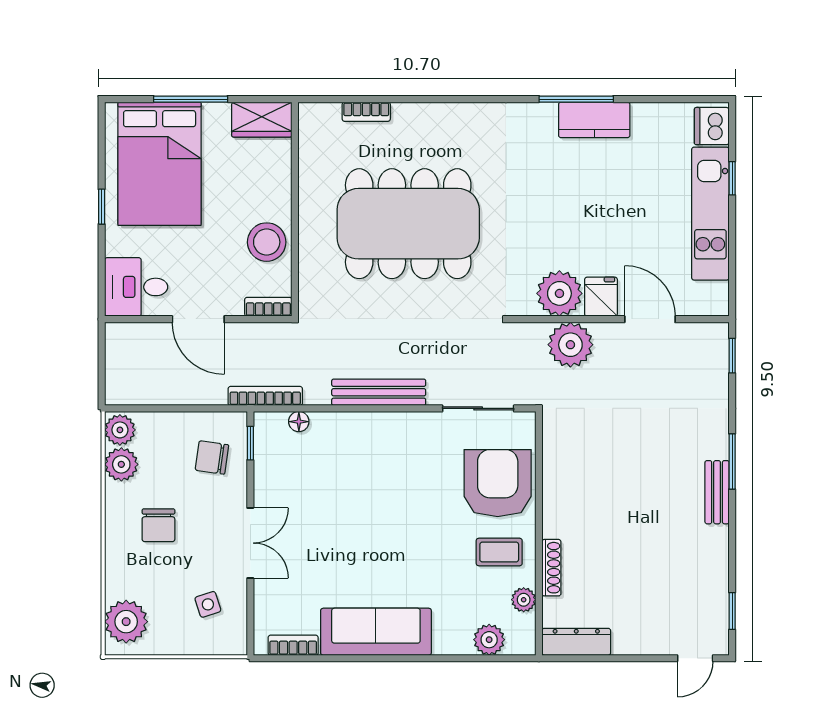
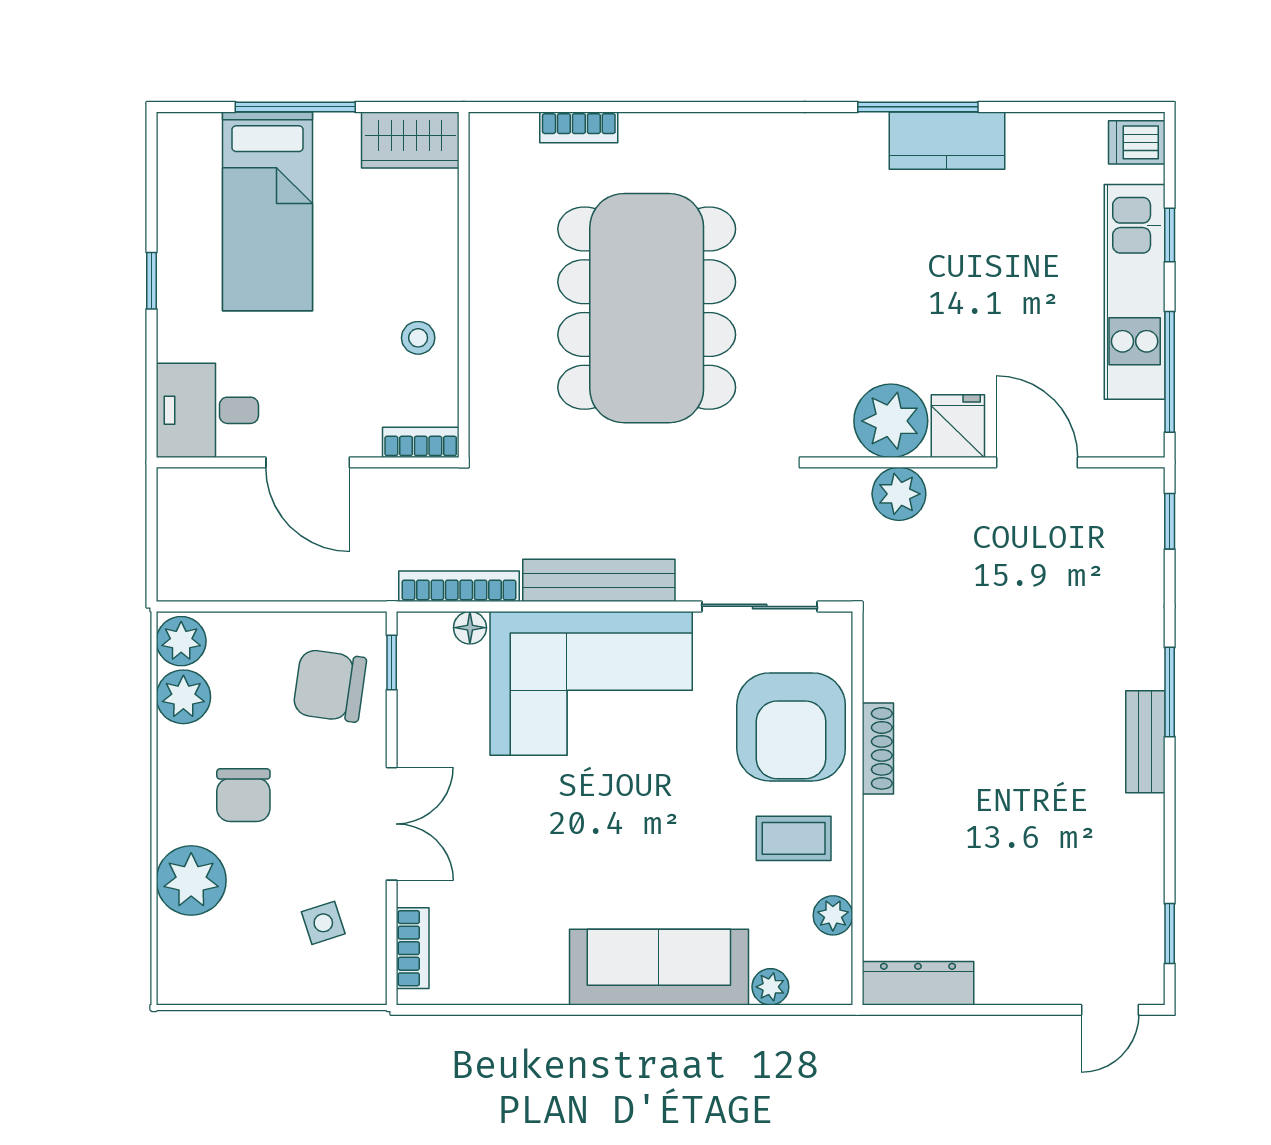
dishwasher: (712, 126) -> (1137, 142), width x0.73
bed: (160, 164) -> (268, 211), width x0.67
dining table: (408, 224) -> (647, 308), turned 90
stool: (267, 242) -> (418, 338), width x0.53, depth x0.53
window: (732, 263) -> (1170, 372), added
plant: (570, 345) -> (899, 494), width x0.73, depth x0.73
bookcase: (265, 396) -> (459, 586), moved
corner sofa: (374, 456) -> (591, 683), added
chair: (212, 457) -> (330, 686), width x1.37, depth x1.37
armchair: (498, 483) -> (791, 727), turned 180
shoe rack: (551, 568) -> (878, 748), moved
plant: (126, 622) -> (191, 880), moved
sofa: (376, 632) -> (659, 967), moved
plant: (489, 640) -> (770, 987), width x0.73, depth x0.73
bookcase: (293, 645) -> (413, 948), moved, turned 90

